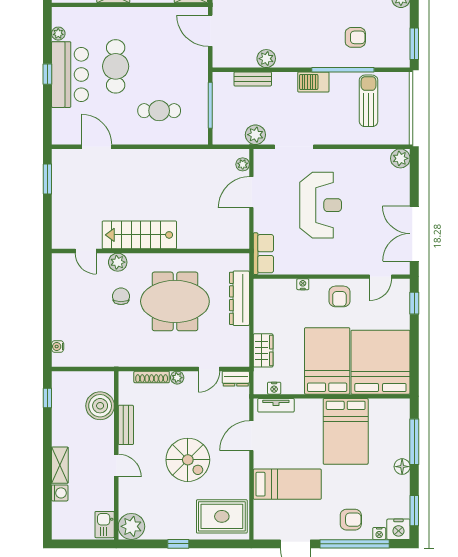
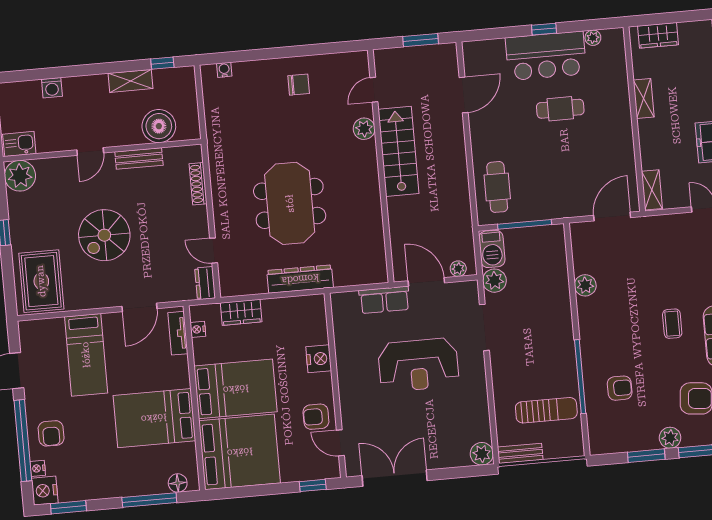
armchair: (355, 37) -> (620, 388), turned -90
window: (414, 44) -> (646, 456), moved
cafe table: (116, 66) -> (560, 109), width x0.73, depth x0.74
bench: (253, 79) -> (520, 453), moved, turned 90
barbecue: (313, 82) -> (492, 249), moved, turned 180
cafe table: (159, 111) -> (497, 187), moved
stairs: (139, 235) -> (398, 151), moved
door: (86, 251) -> (374, 90), moved
wall: (150, 251) -> (381, 166), moved
row of seats: (263, 254) -> (384, 300), moved
plant: (118, 262) -> (364, 129), moved
nightstand: (303, 284) -> (319, 359), width x1.89, depth x1.79
chair: (121, 296) -> (299, 85), moved
armchair: (339, 296) -> (316, 417), moved
plant: (177, 378) -> (200, 214), removed
door: (251, 436) -> (139, 307), swing flipped
shelving: (60, 465) -> (130, 81), moved
floor lamp: (402, 467) -> (178, 483), moved

